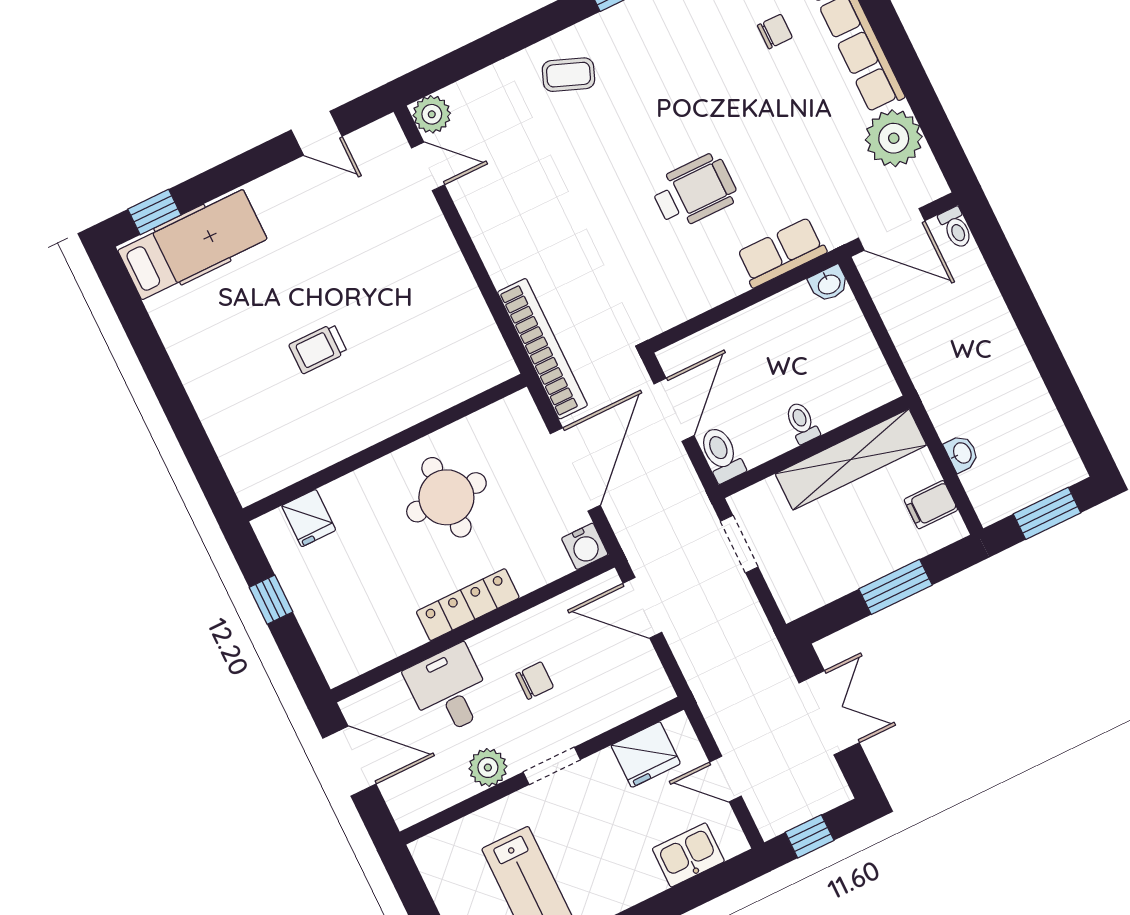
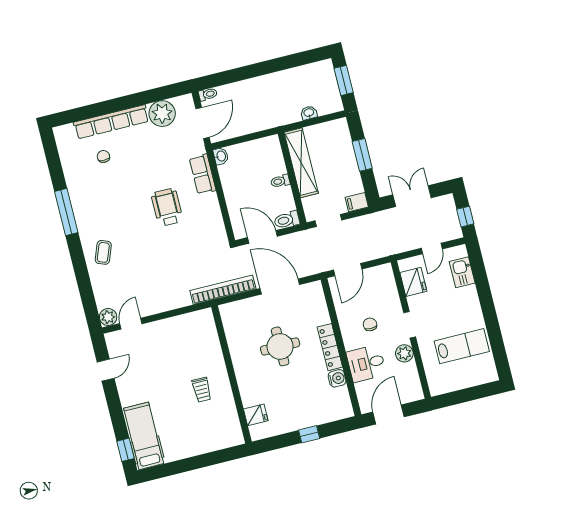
wall: (385, 448) -> (231, 374), moved
filing cabinet: (931, 505) -> (357, 202), moved, turned 90
fridge: (309, 518) -> (256, 415), moved
water cooler: (585, 546) -> (337, 378), moved

